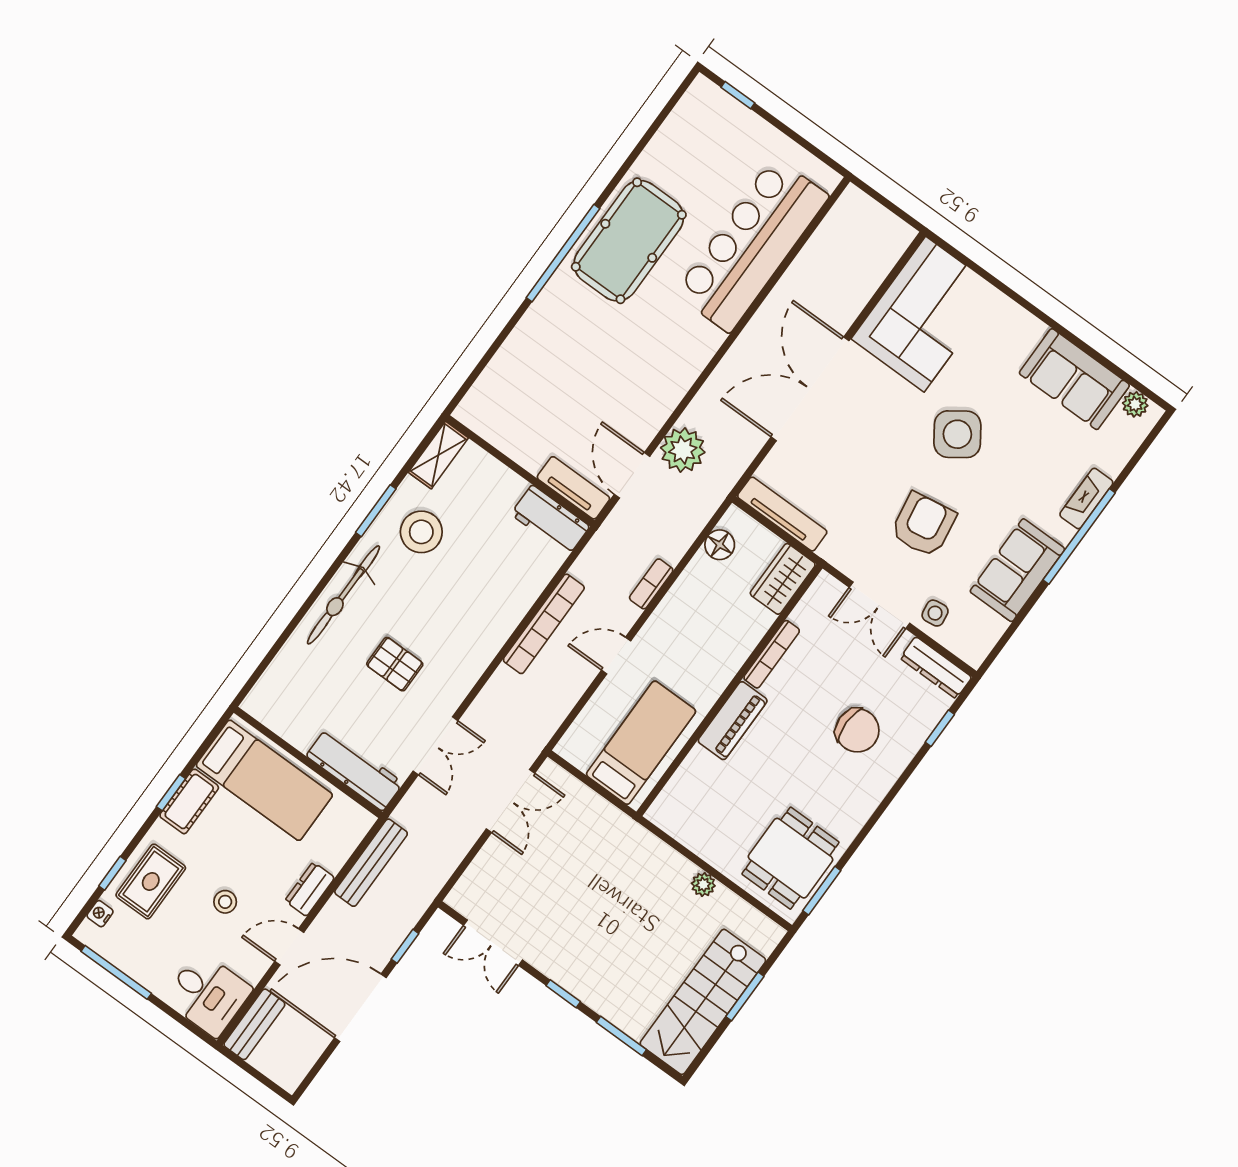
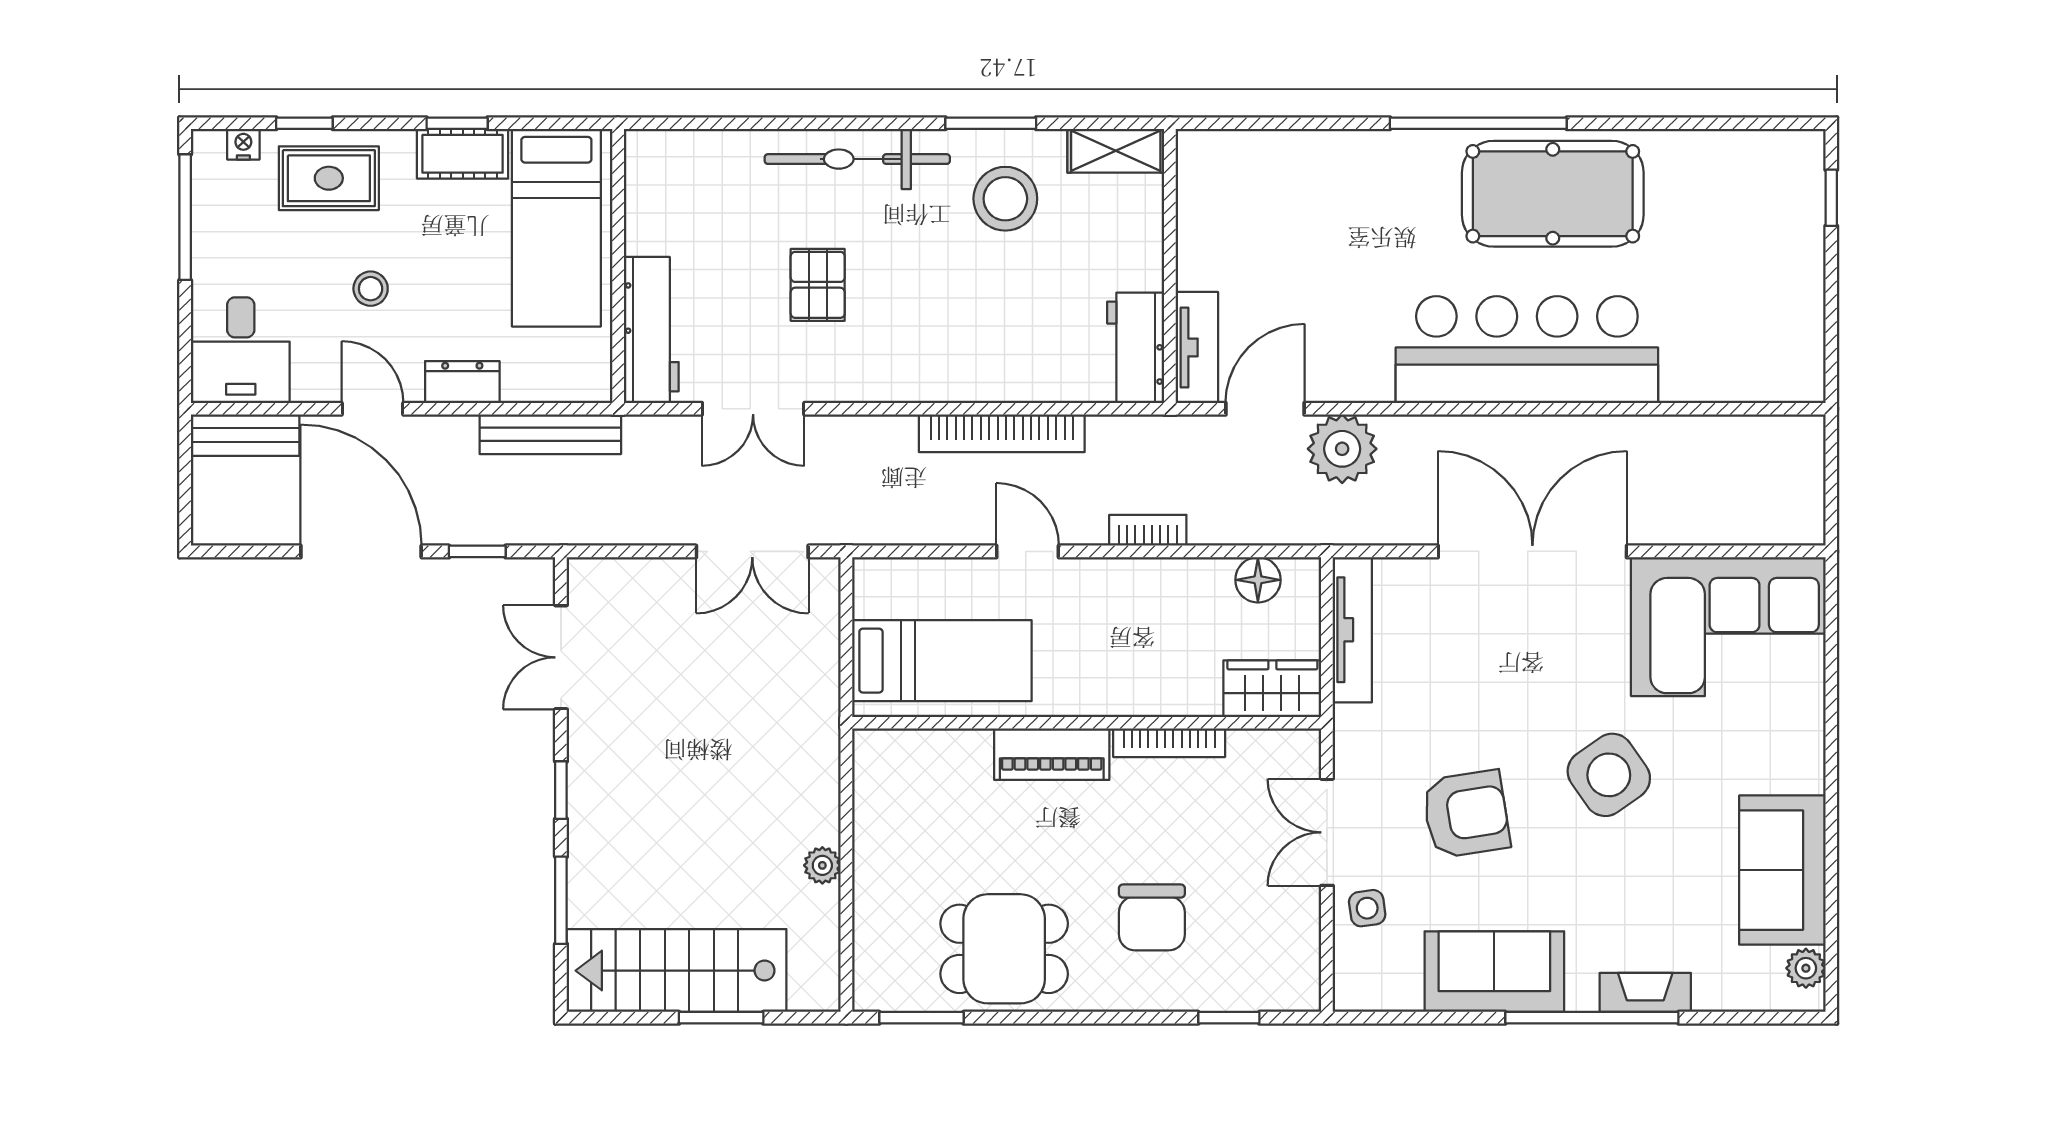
bar counter: (752, 245) -> (1527, 350), moved
dresser: (936, 668) -> (1300, 958), removed
dining table: (791, 858) -> (1004, 949), moved

